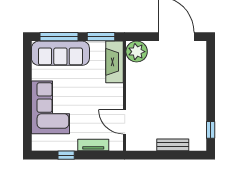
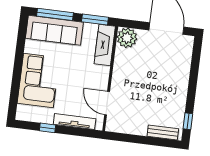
tv unit: (93, 145) -> (75, 122), width x1.41
bench: (173, 145) -> (163, 132), moved

